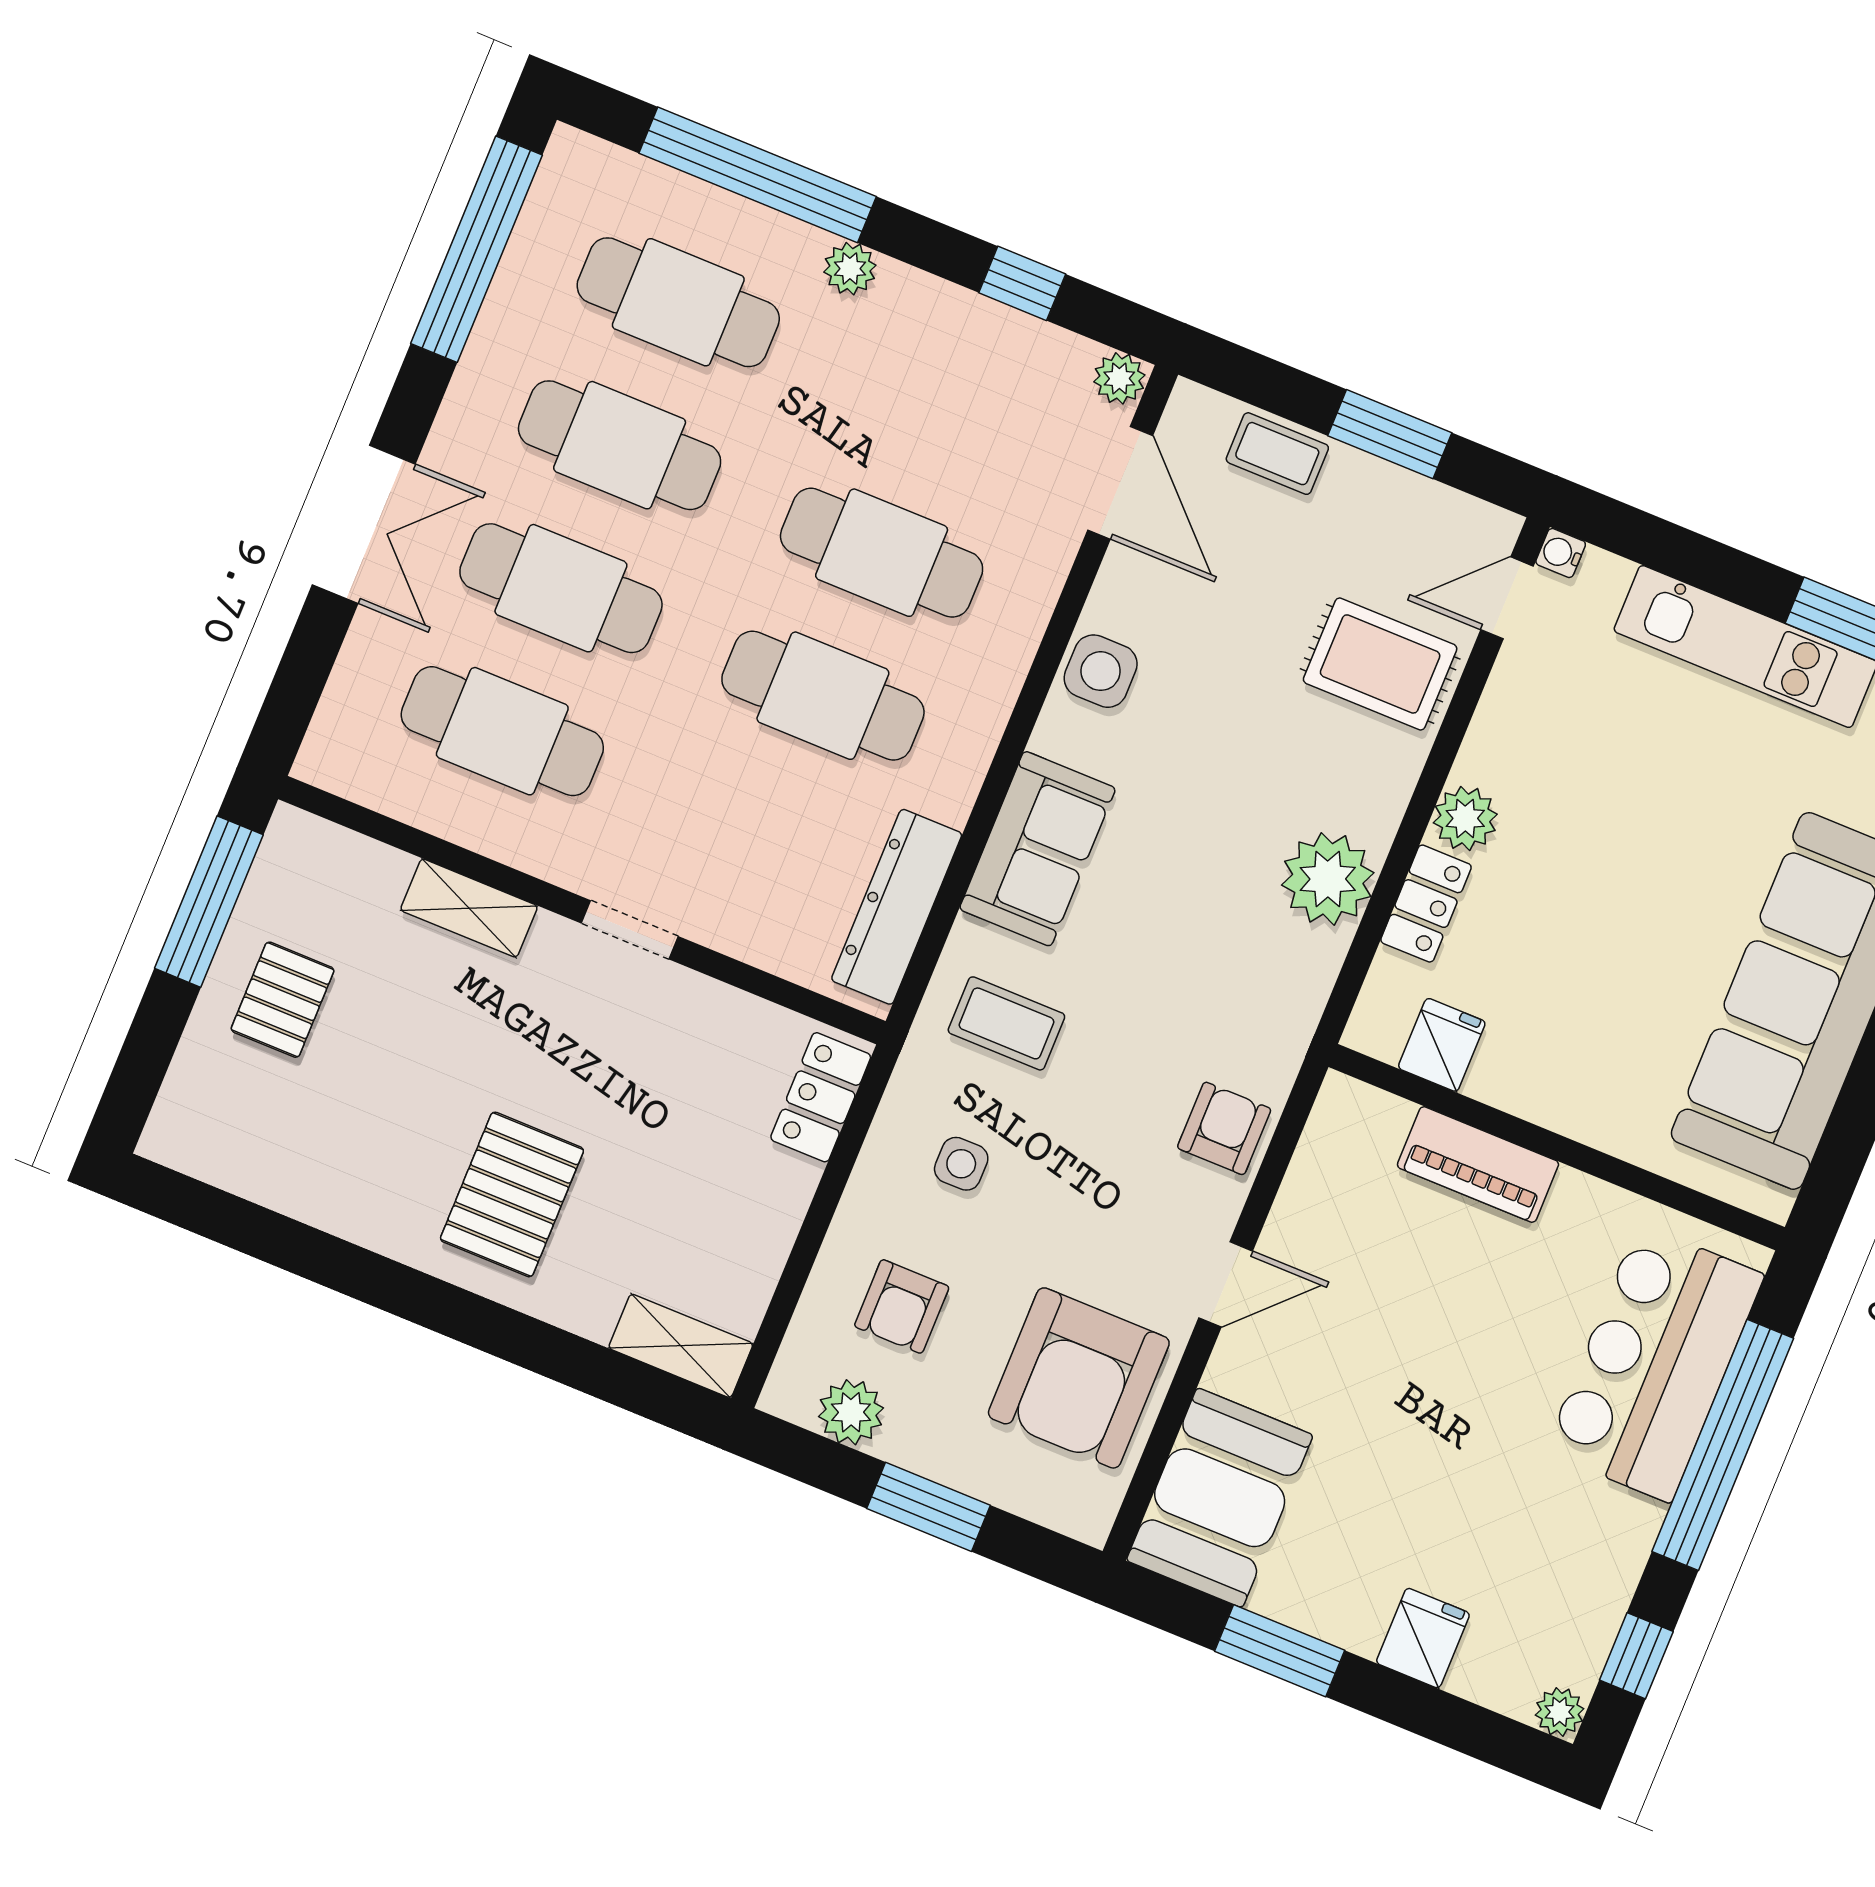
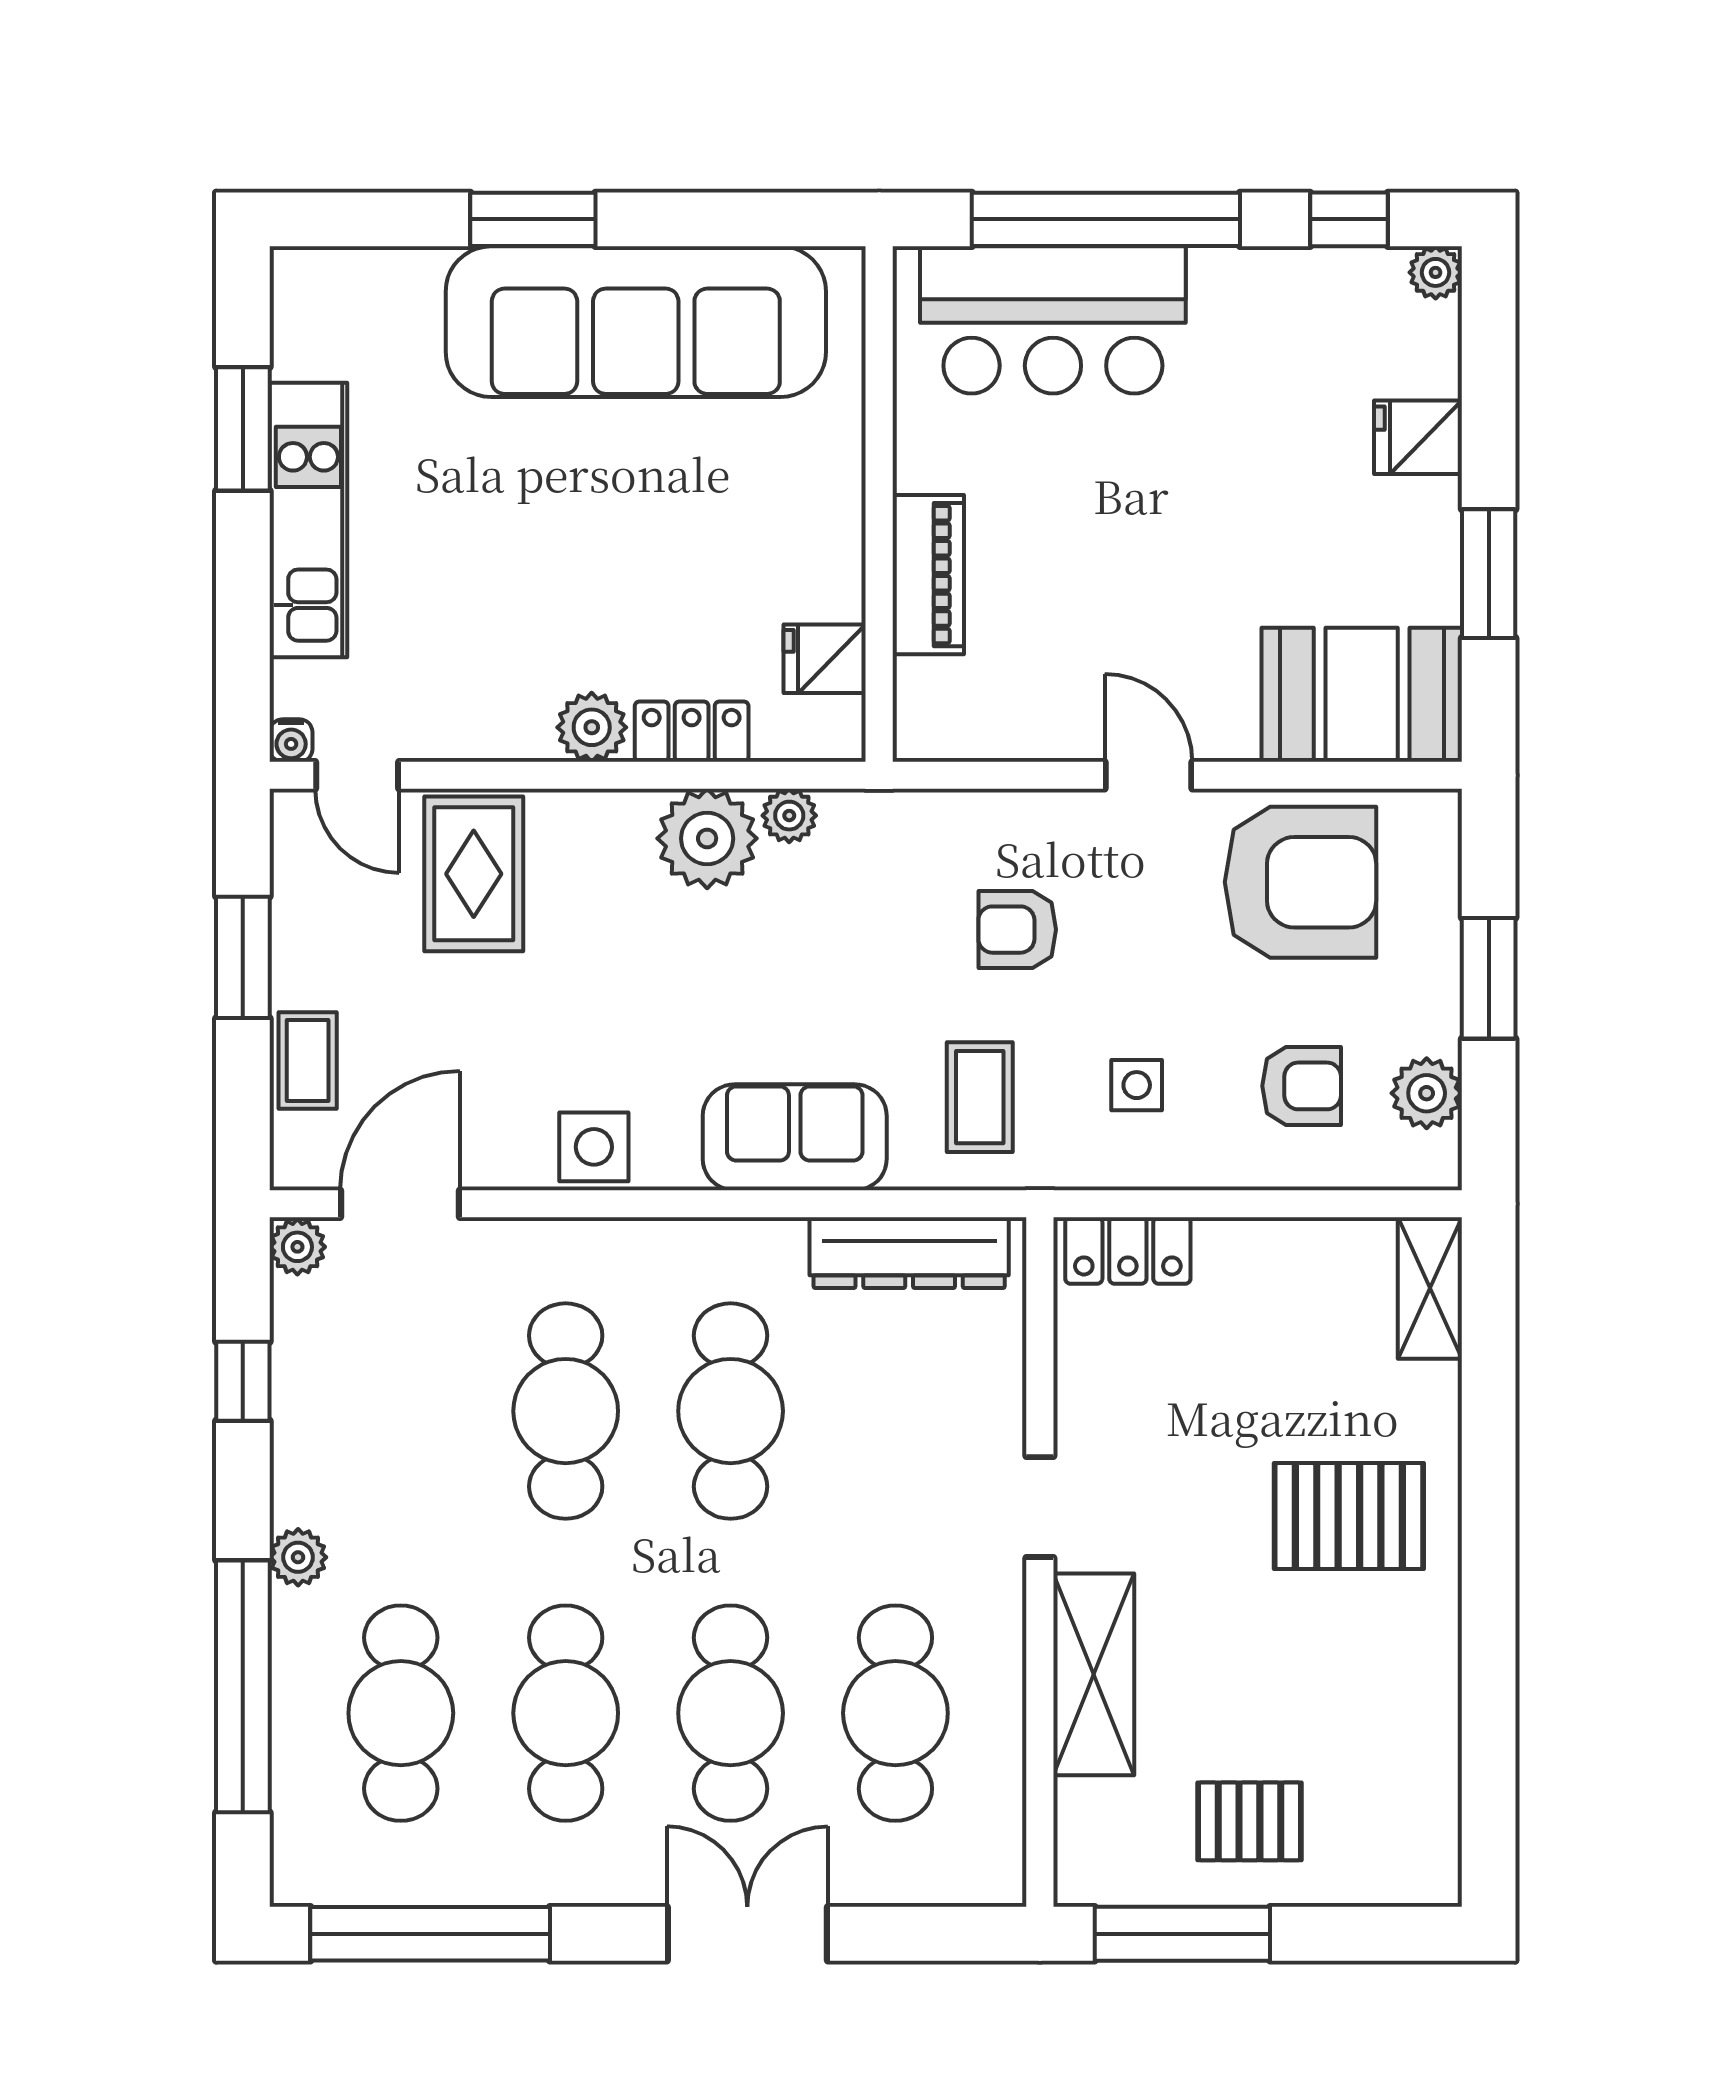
shelving: (469, 908) -> (1094, 1674), width x1.50, depth x1.33
plant: (1318, 958) -> (789, 816), added
armchair: (1224, 1128) -> (1017, 930), moved

